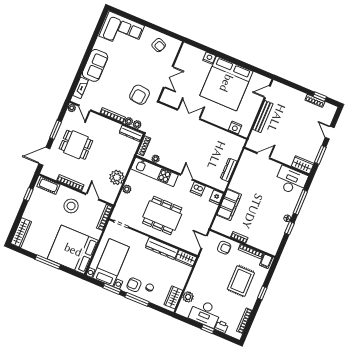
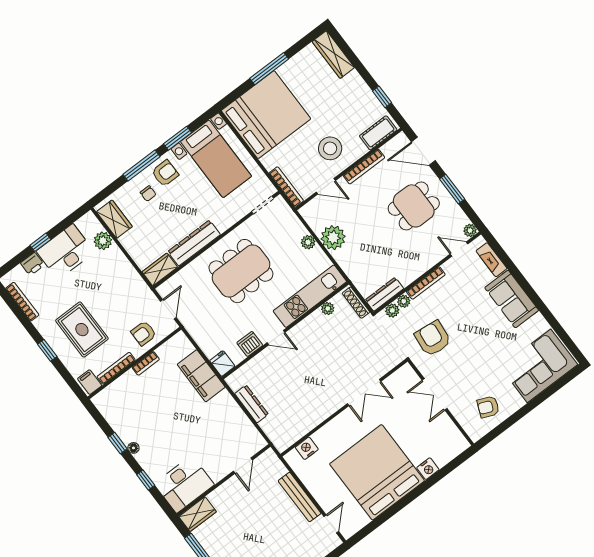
door: (44, 156) -> (423, 151), swing flipped
window: (300, 202) -> (146, 480), width x0.46
door: (204, 242) -> (168, 309), hinge flipped

